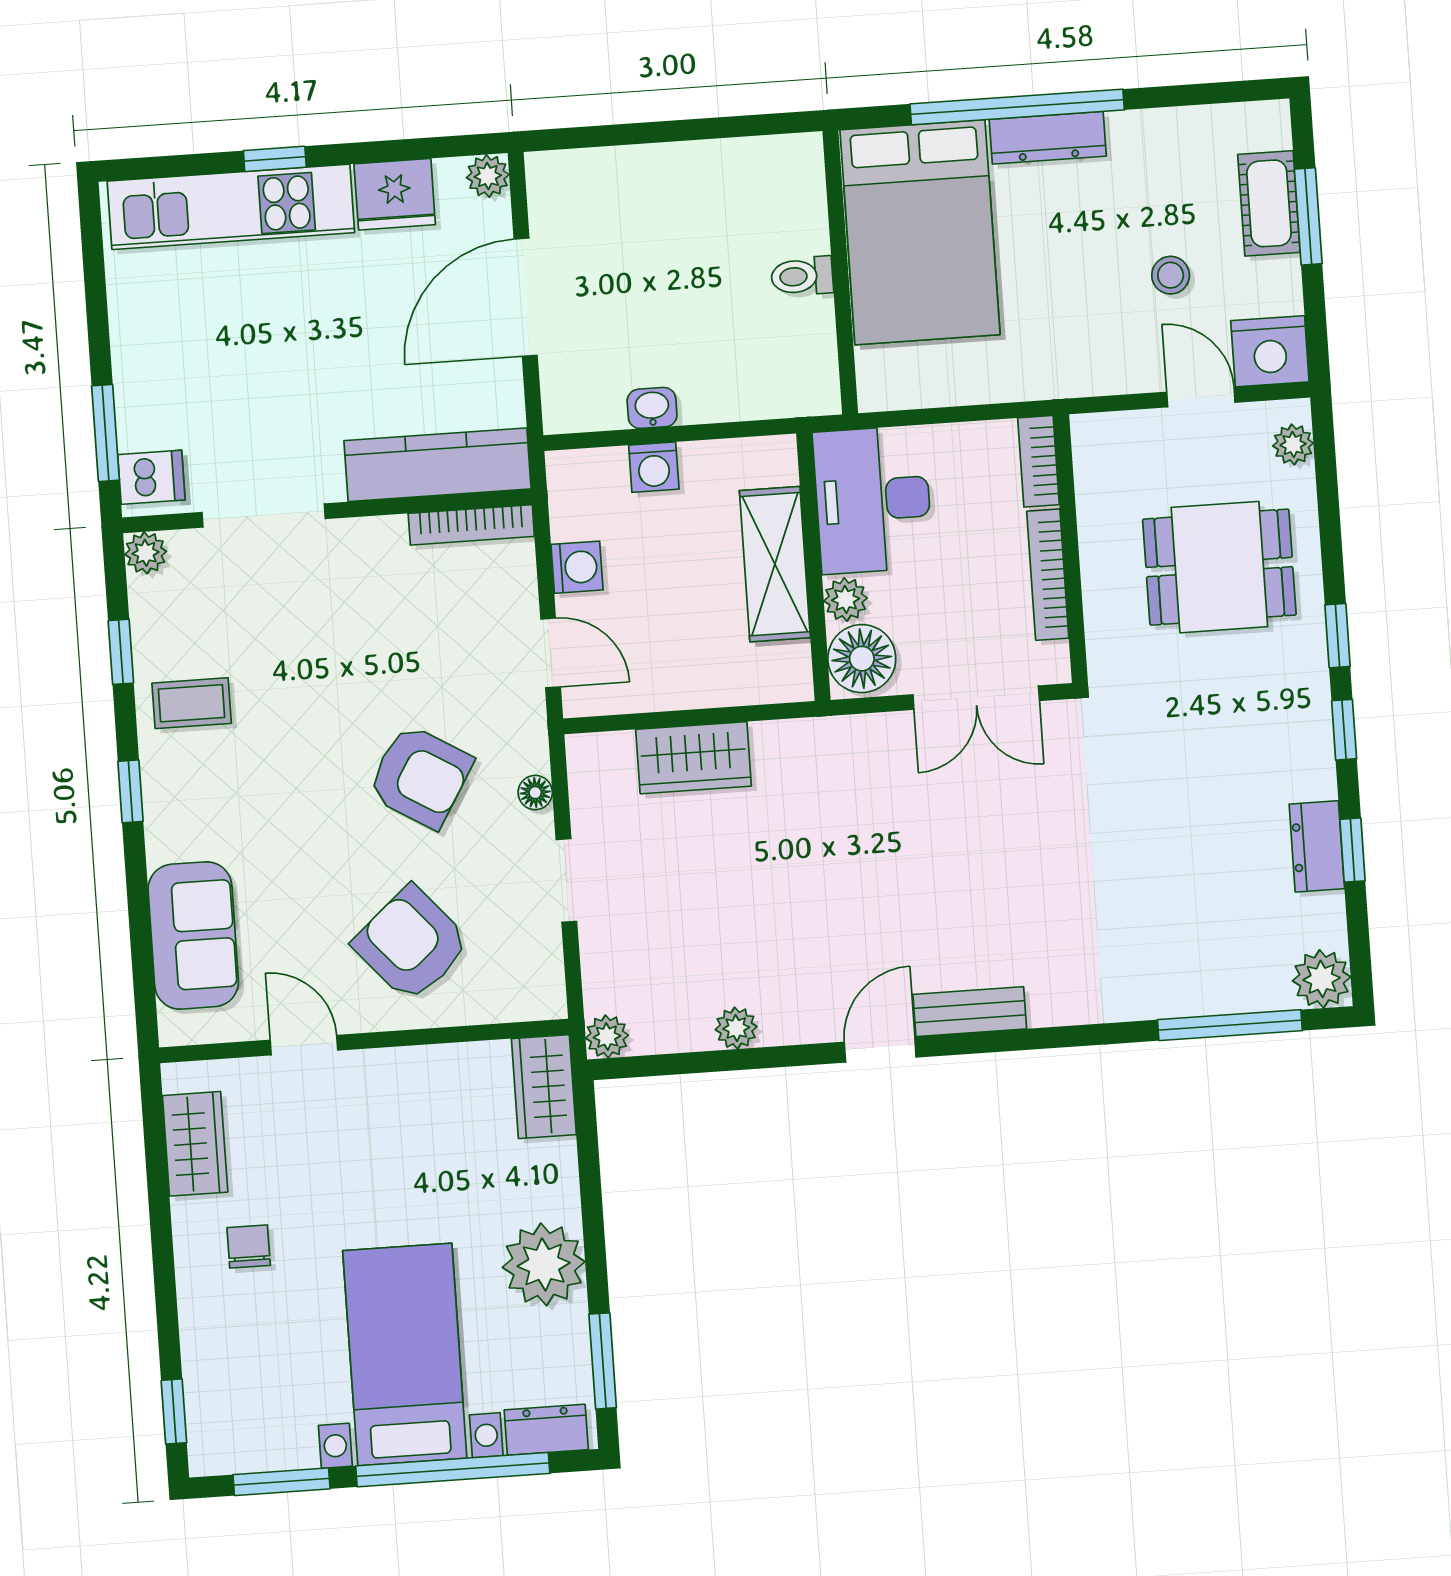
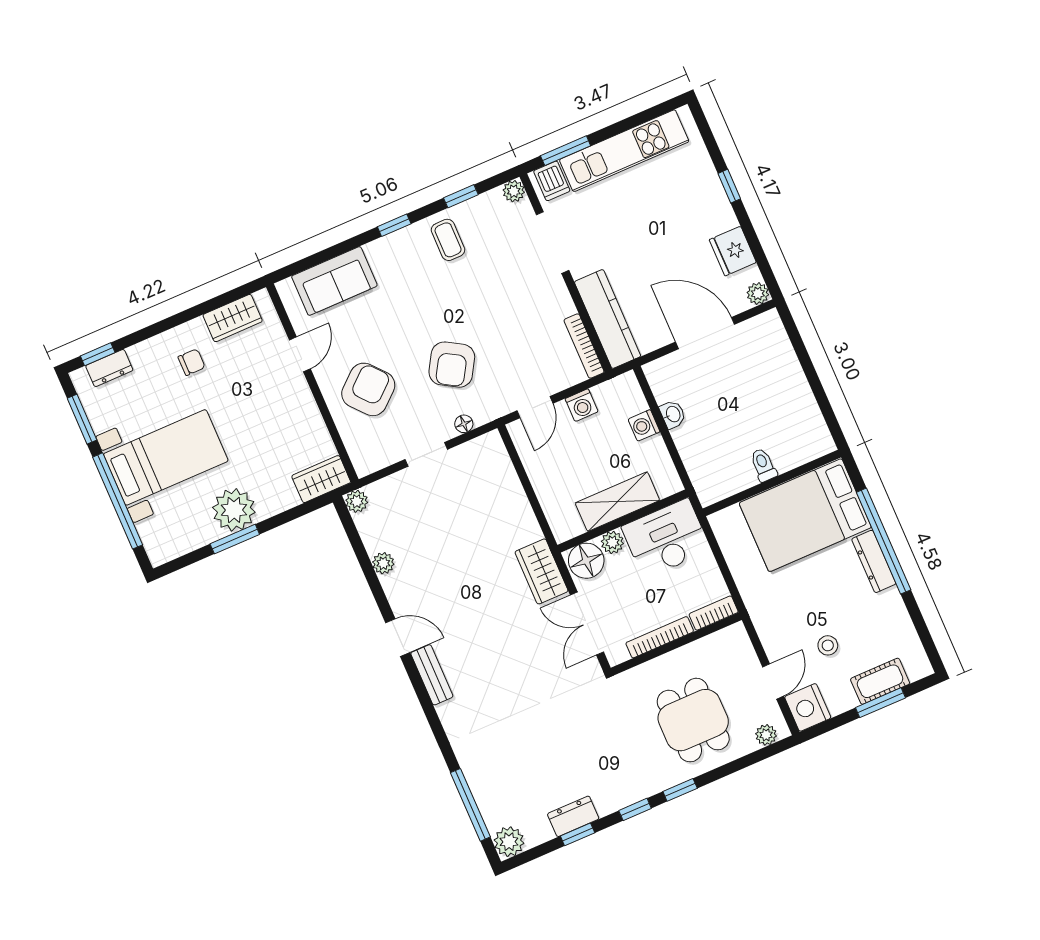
kitchen unit: (231, 207) -> (624, 151), moved, turned -90
wardrobe: (693, 758) -> (541, 571), moved
window: (603, 1361) -> (235, 539), moved
dresser: (546, 1430) -> (109, 368), moved, turned 90

